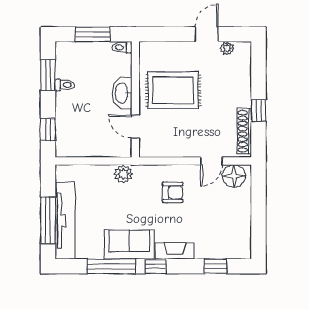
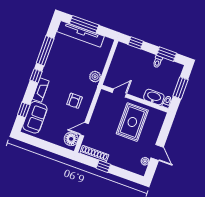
washbasin: (122, 93) -> (154, 97), moved
door: (211, 161) -> (84, 129), hinge flipped
sofa: (129, 245) -> (35, 117), moved

